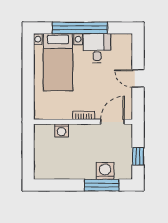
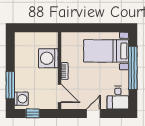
desk: (97, 48) -> (118, 98), moved, turned 90
washing machine: (62, 130) -> (48, 58), width x1.89, depth x1.89
washing machine: (105, 171) -> (21, 99), moved

